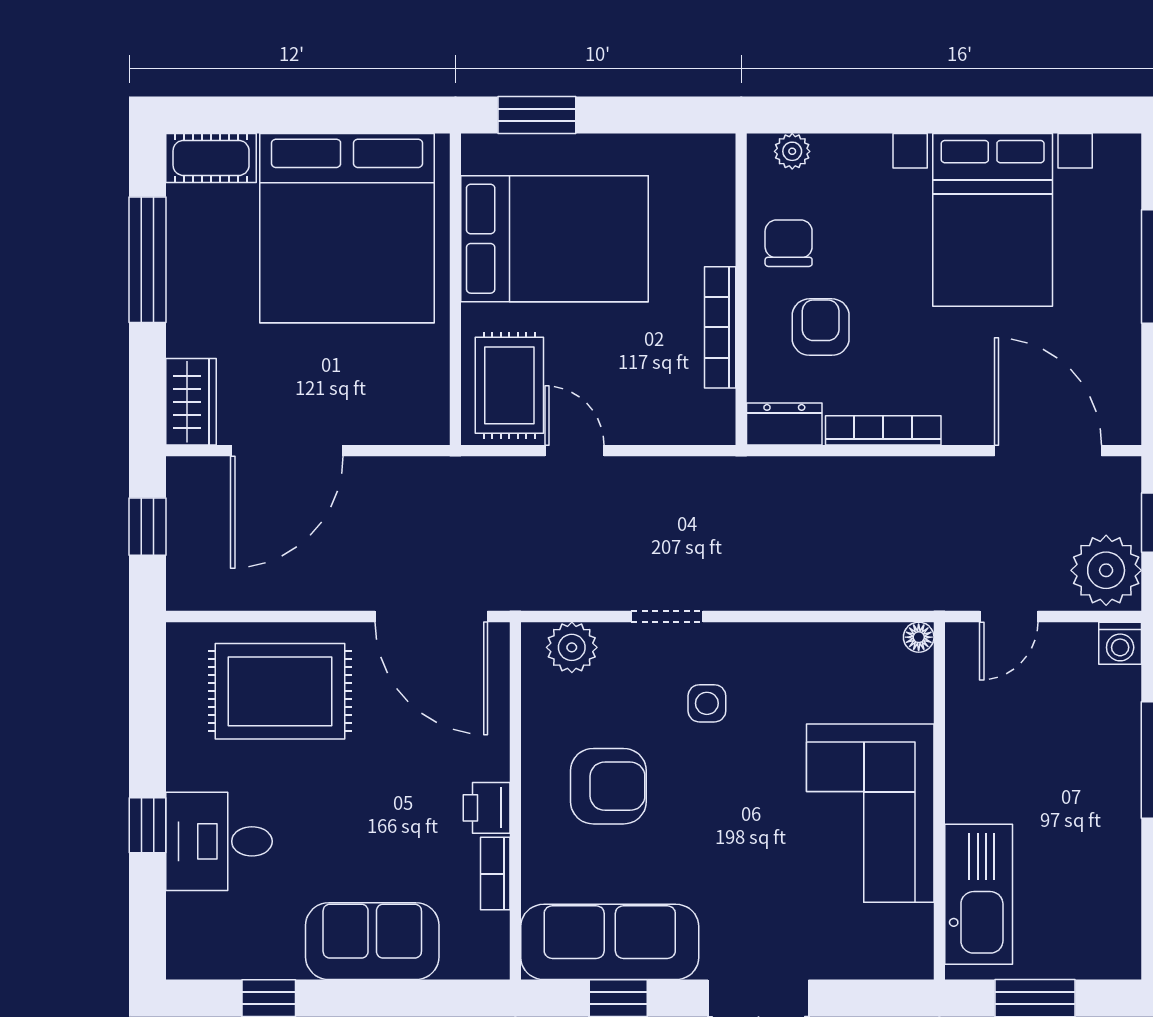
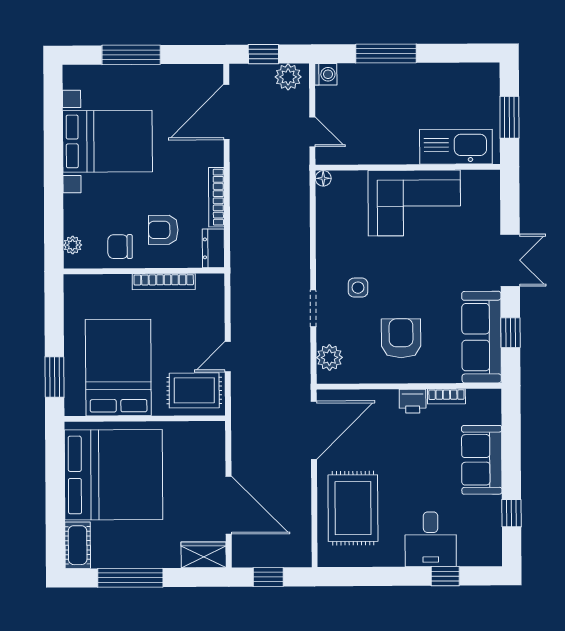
plant: (1106, 570) -> (288, 77), width x0.73, depth x0.73
window: (148, 825) -> (445, 576), moved

